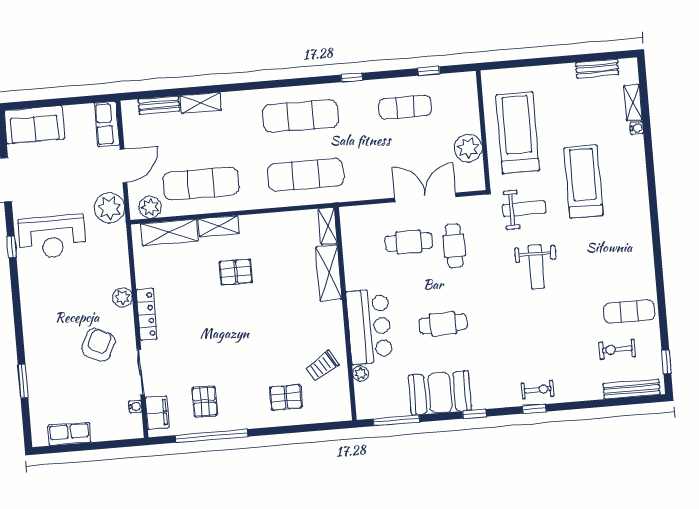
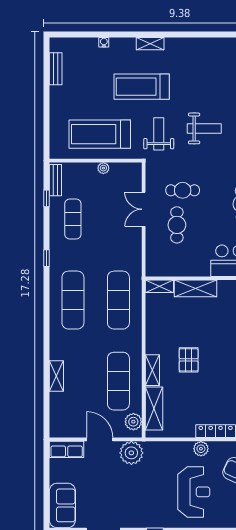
shelving: (633, 103) -> (150, 44), moved
bench: (159, 105) -> (55, 180), moved
plant: (468, 148) -> (103, 168), width x0.53, depth x0.53
double door: (425, 197) -> (144, 209), width x0.73
reception desk: (52, 237) -> (194, 492), moved

